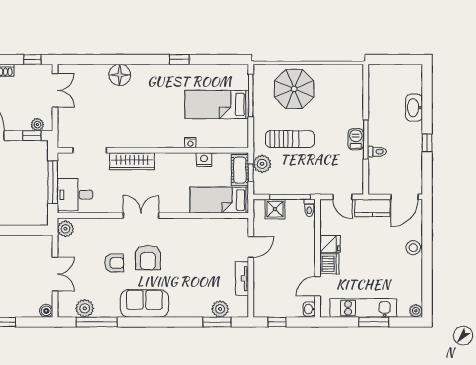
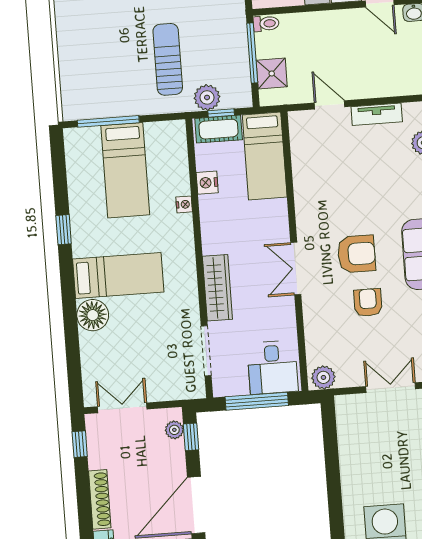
parasol: (294, 89) -> (94, 59), removed
bed: (145, 94) -> (118, 276), added

